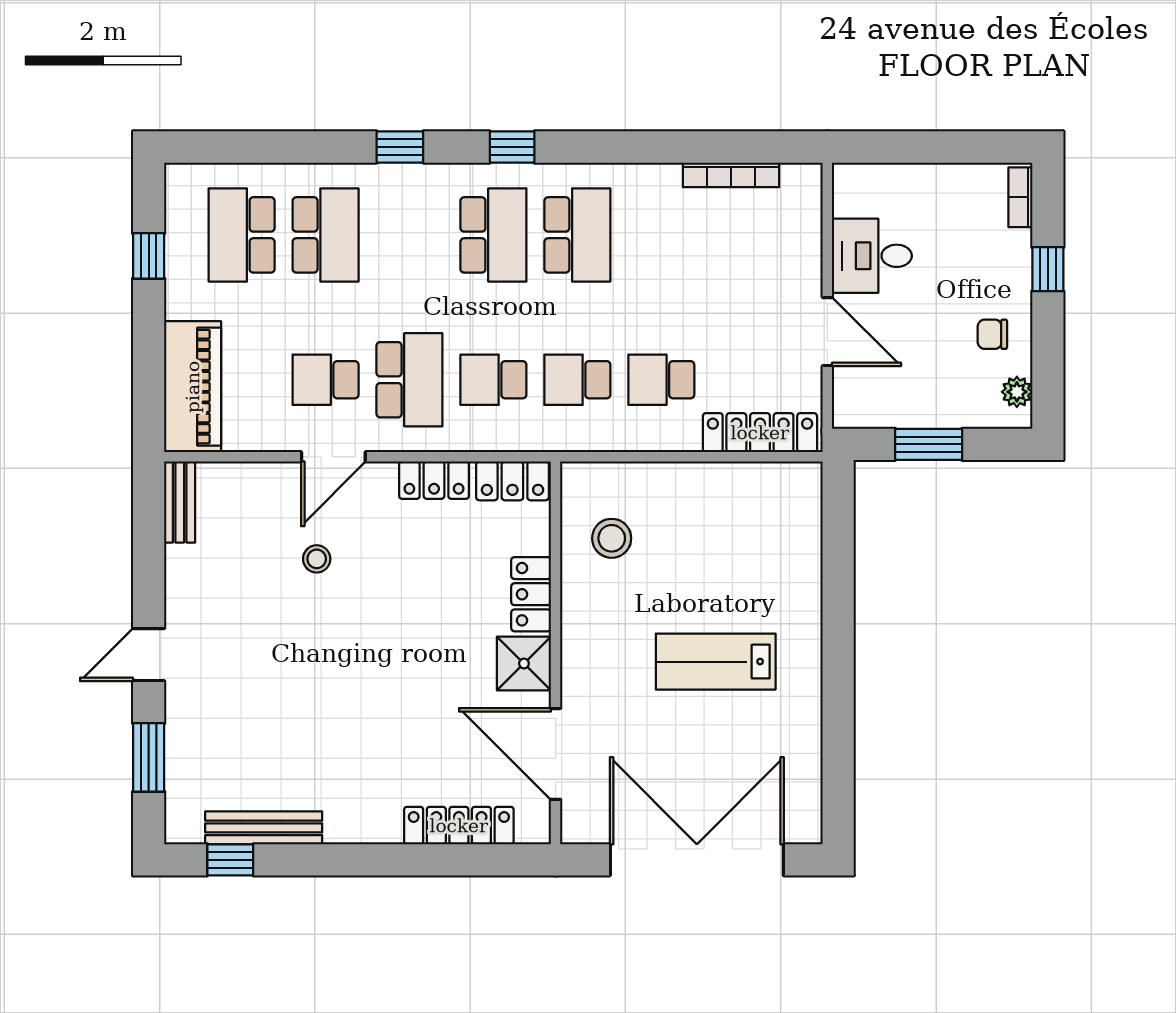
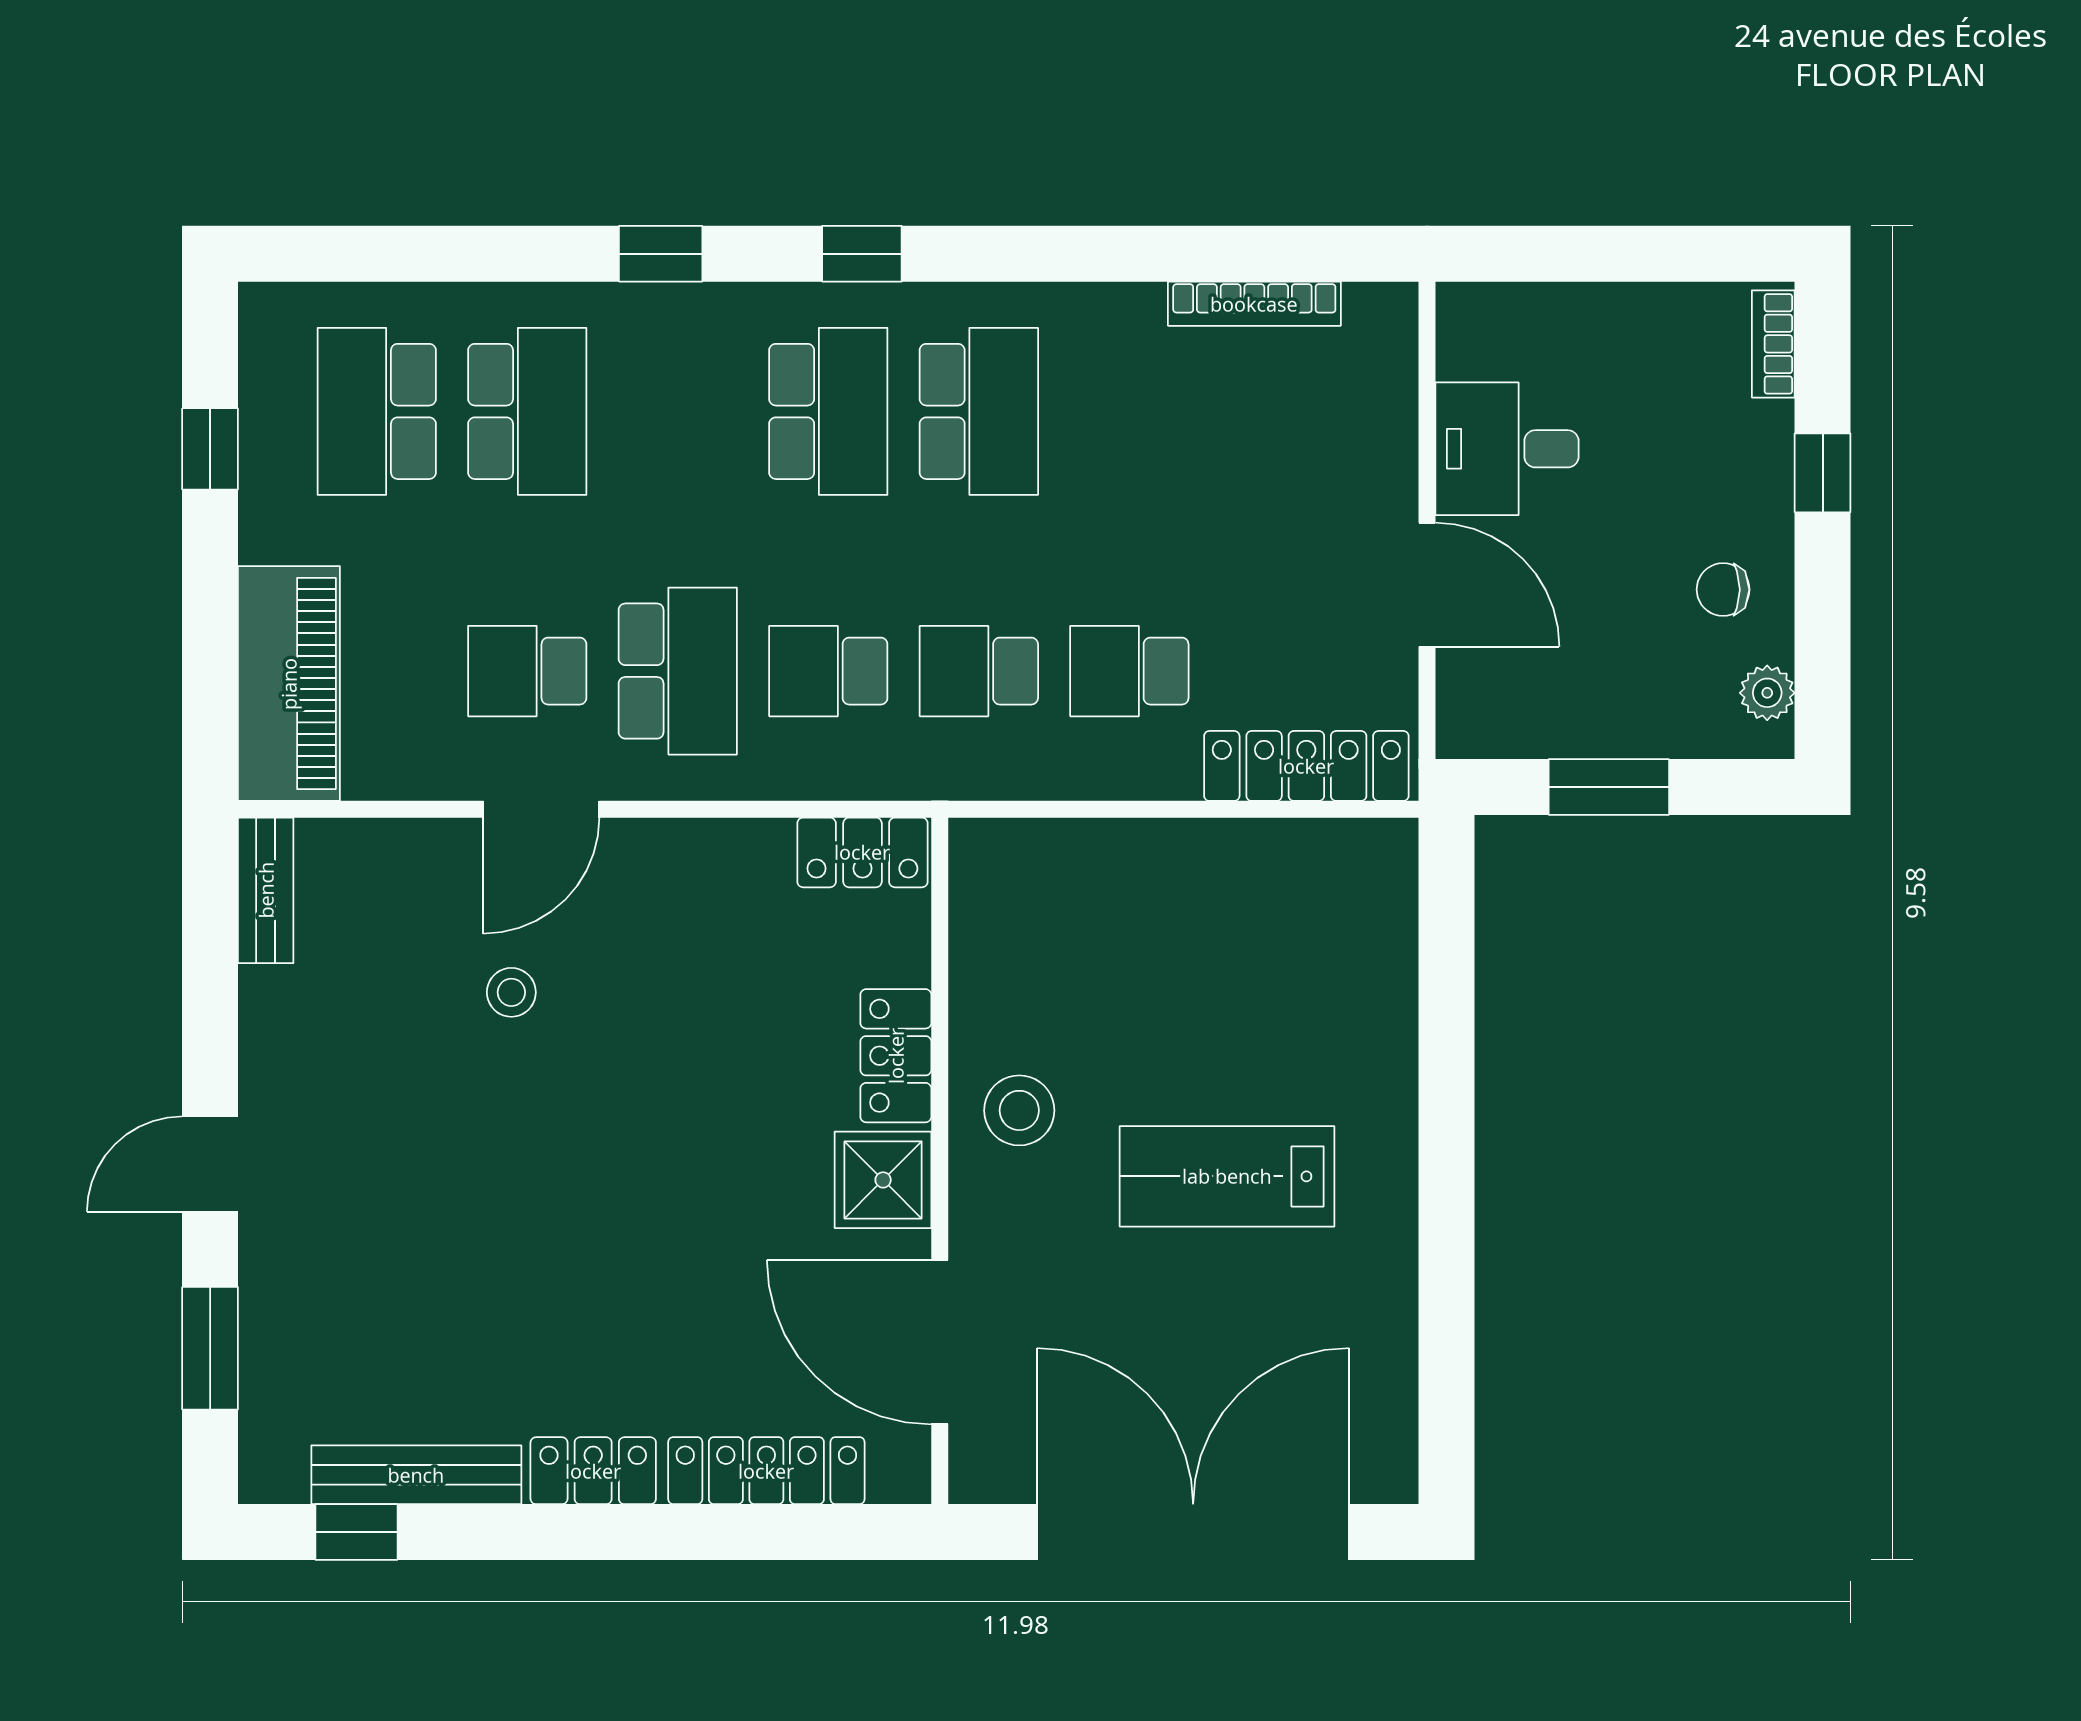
locker: (434, 480) -> (593, 1471), moved, turned 180
stool: (612, 538) -> (1019, 1110), moved

